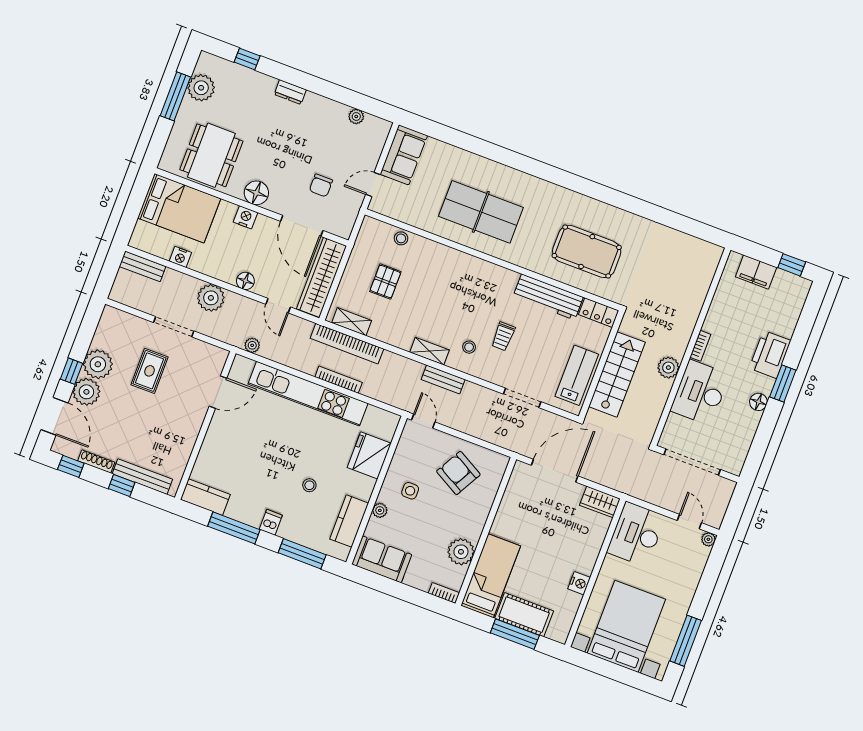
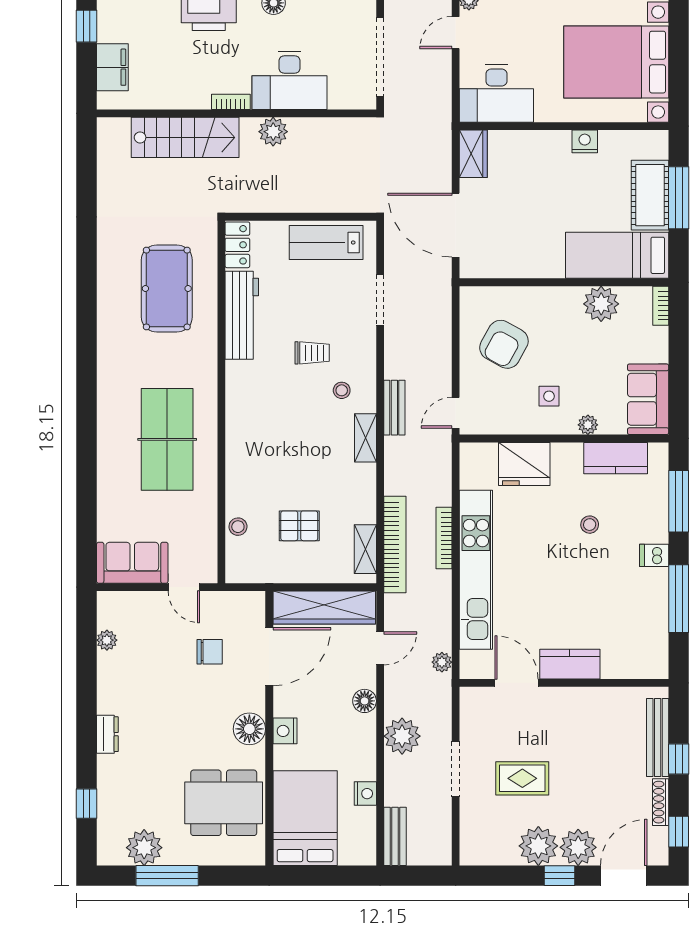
stairs: (617, 374) -> (185, 137), moved, turned 180
kitchen counter: (205, 497) -> (570, 664), moved, turned 90

